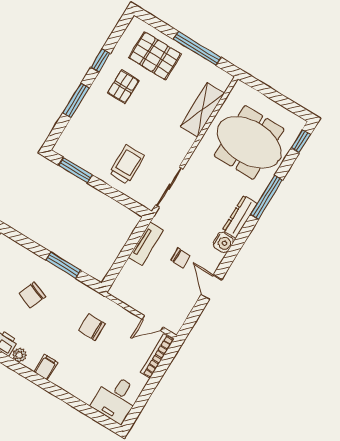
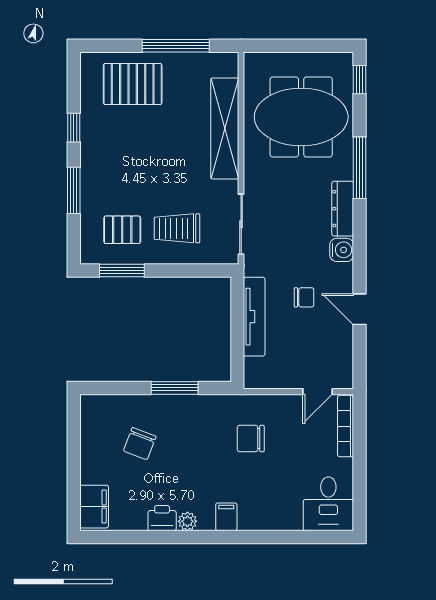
pallet: (123, 87) -> (122, 230), moved, turned 90
shelving: (202, 110) -> (225, 128), width x1.47
trolley: (127, 165) -> (177, 228), turned -90
tv unit: (146, 244) -> (254, 317), width x1.41
chair: (32, 295) -> (140, 444), moved

